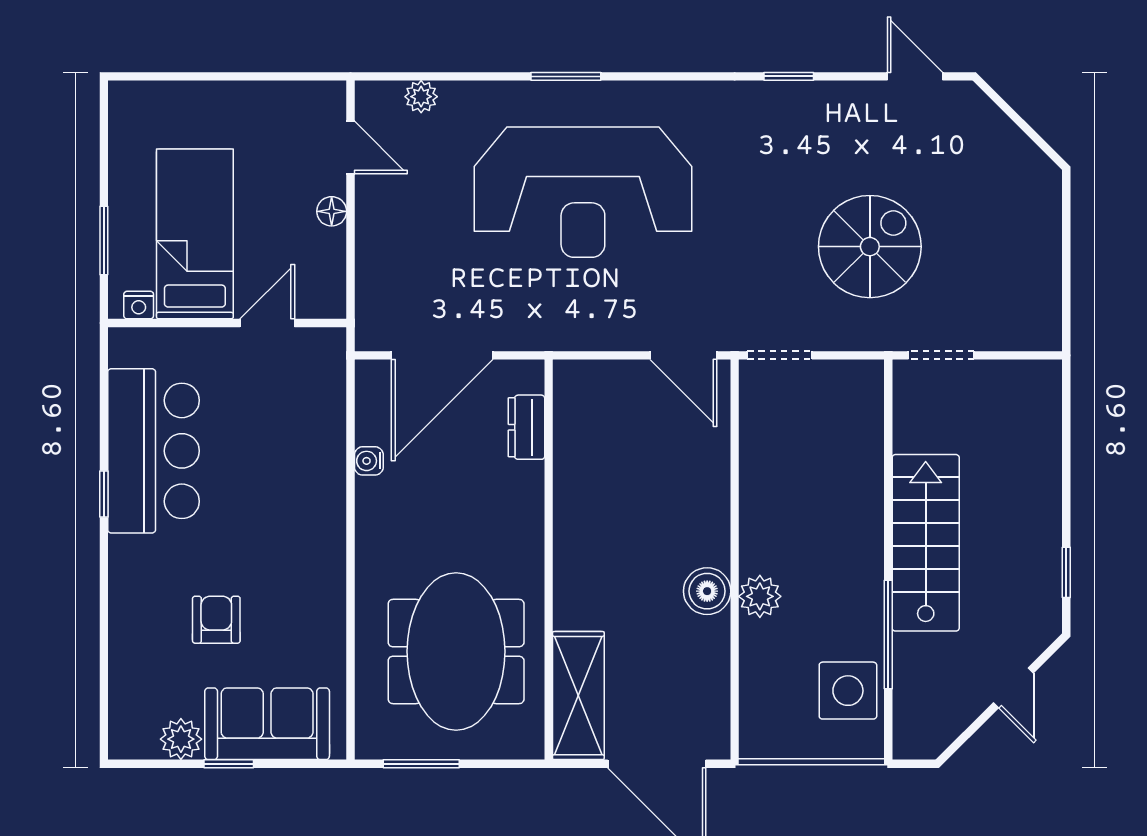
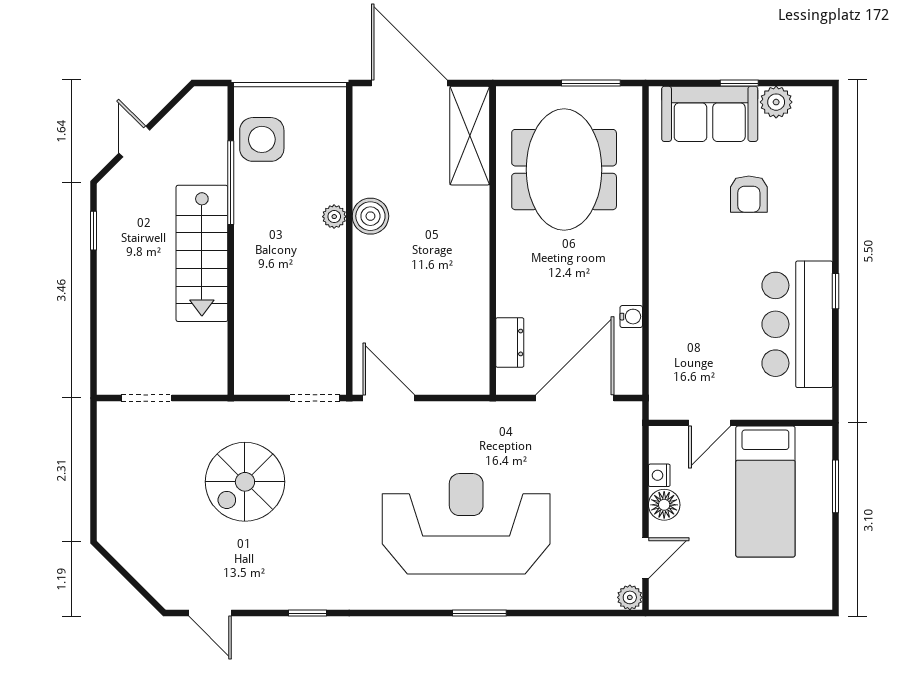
plant: (421, 97) -> (630, 597), moved
door: (350, 148) -> (645, 558), swing flipped
floor lamp: (332, 211) -> (664, 505), width x1.37, depth x1.37
nightstand: (139, 305) -> (659, 475), moved, turned -90
doorway: (941, 355) -> (147, 398), moved
plant: (760, 596) -> (334, 217), width x0.73, depth x0.73

